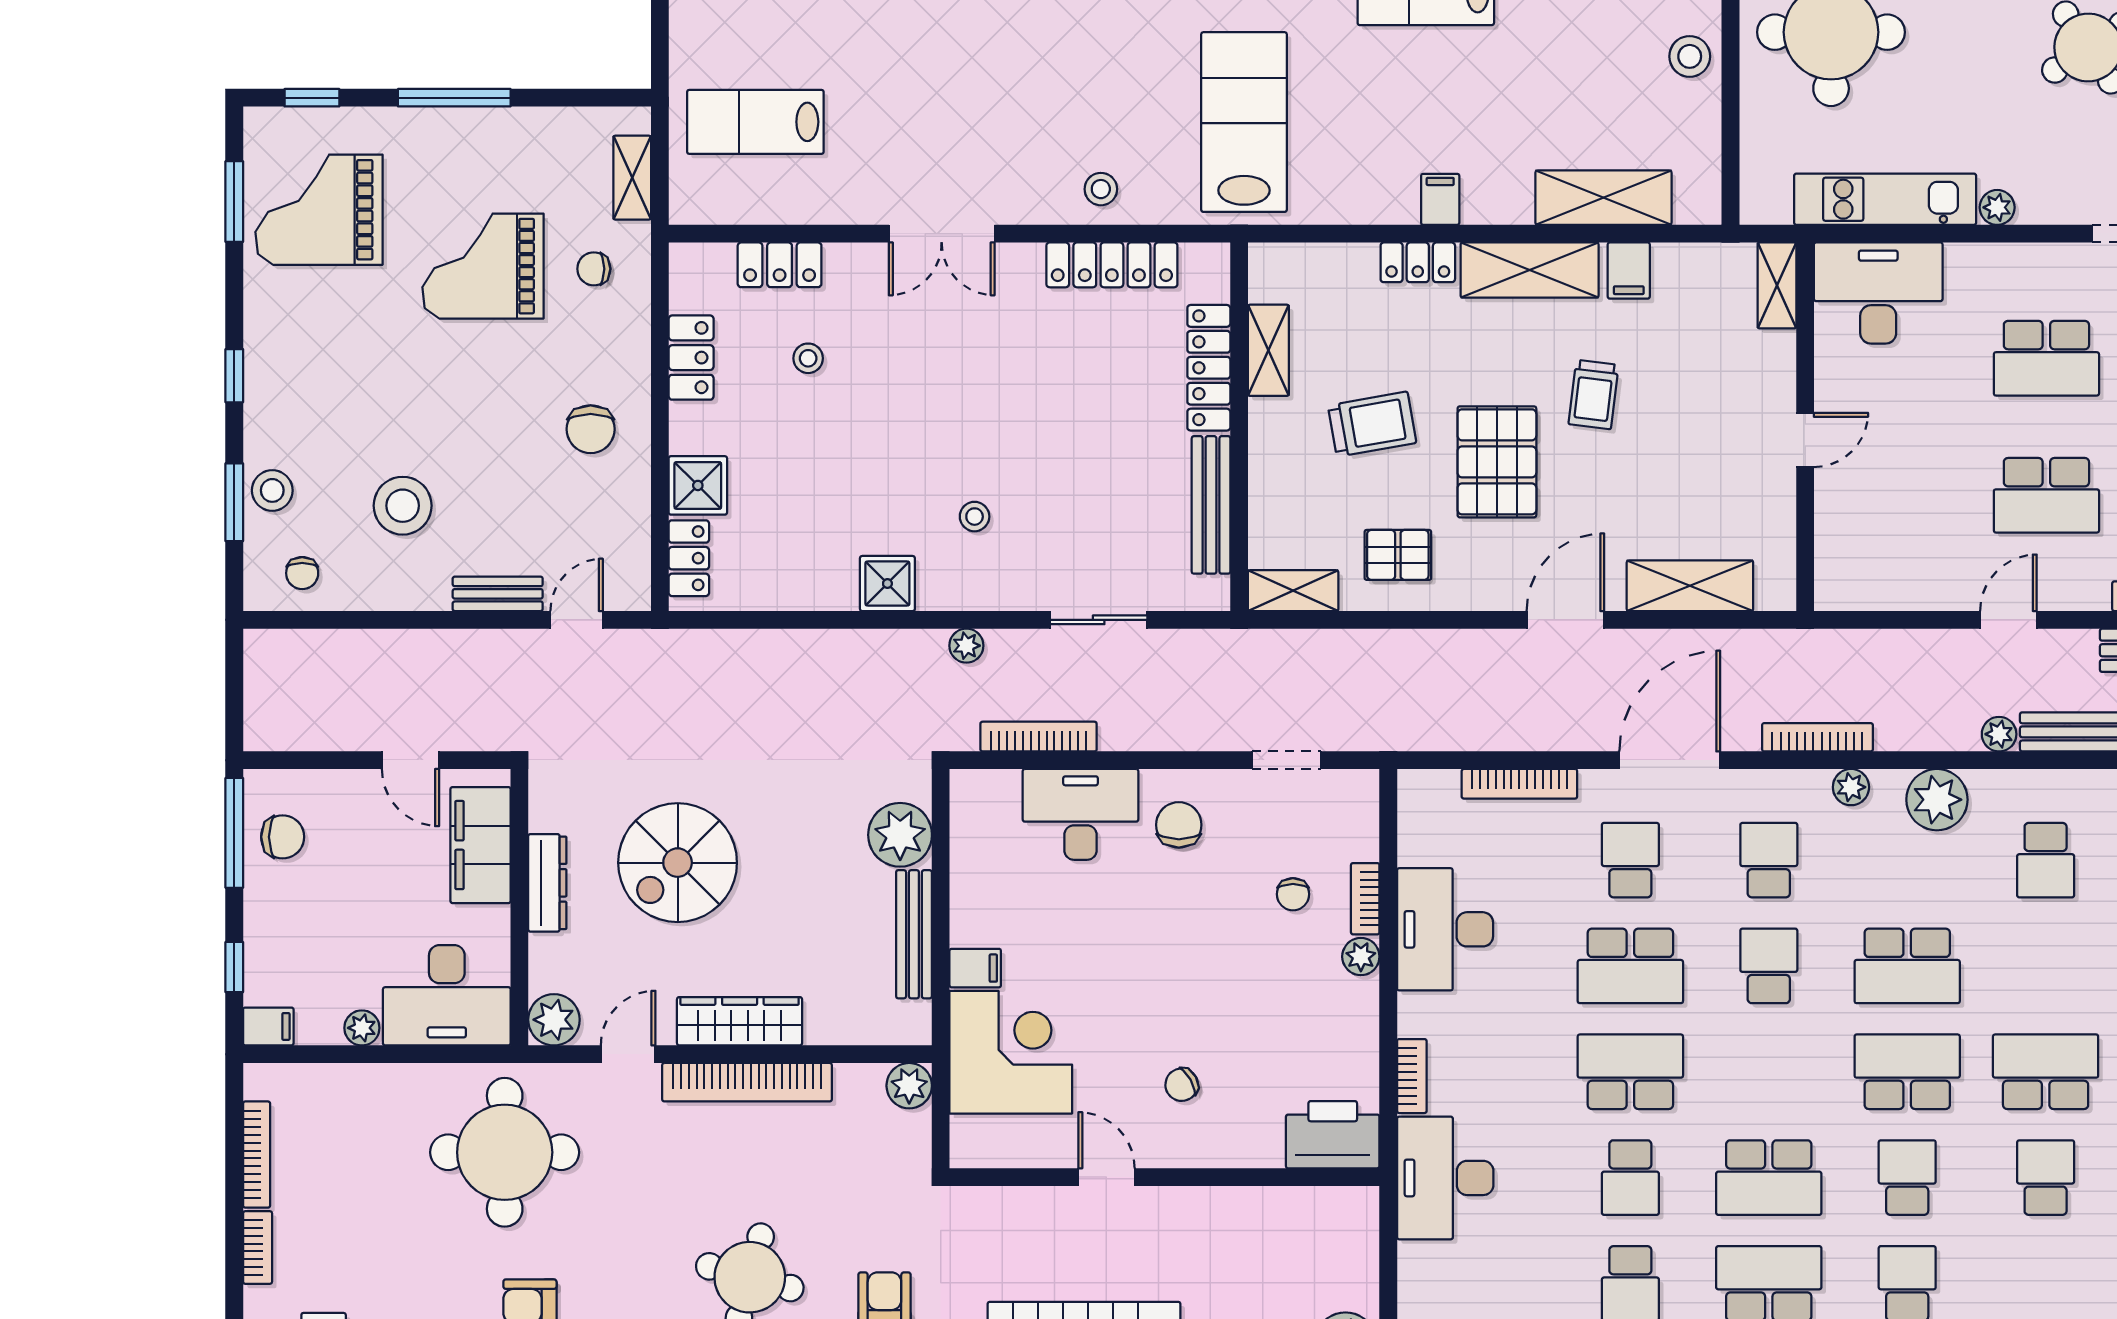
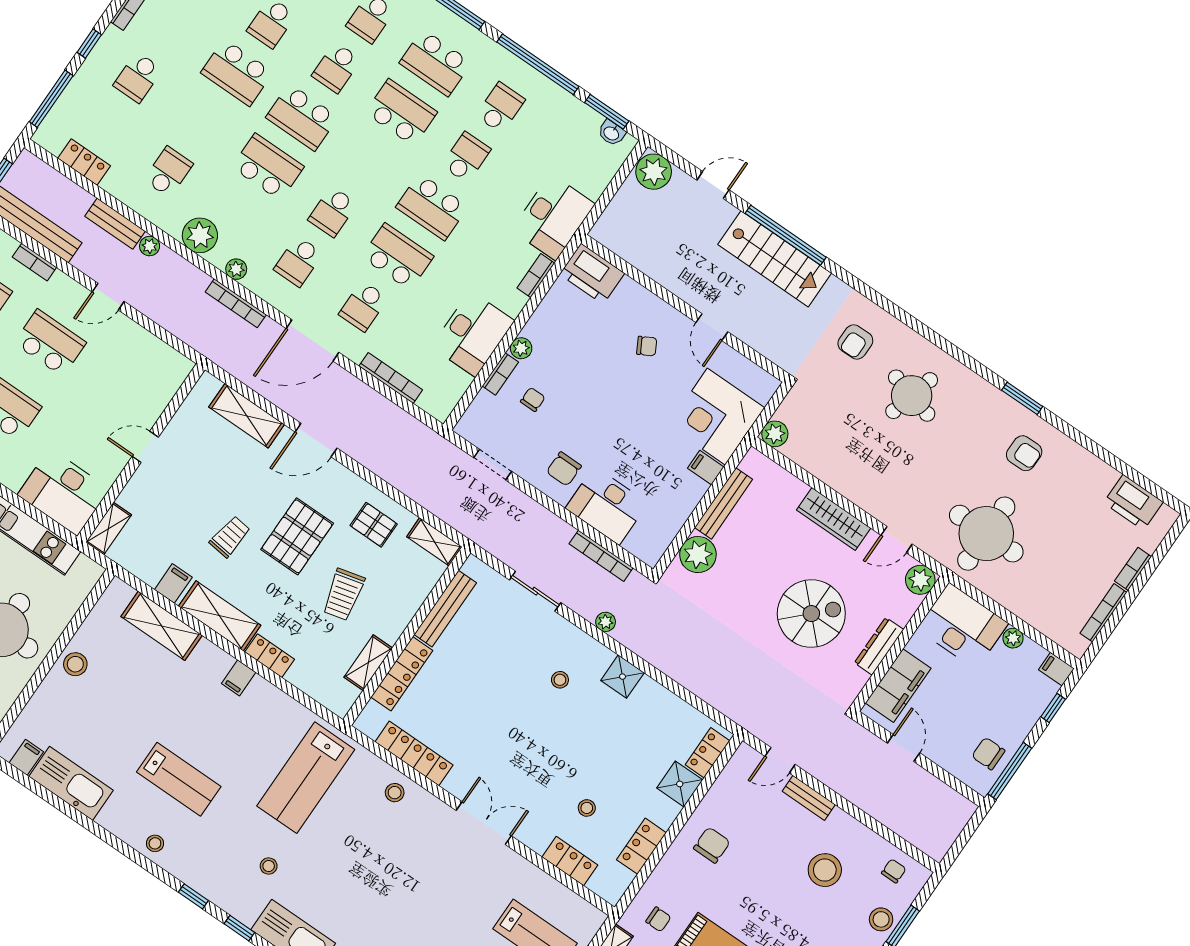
trolley: (1372, 424) -> (343, 594), turned -94
bookcase: (747, 1082) -> (850, 488), removed

